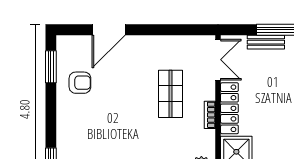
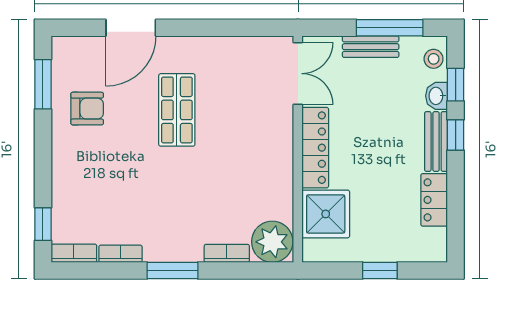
shop shelf: (170, 94) -> (177, 110), moved
bookcase: (210, 115) -> (285, 158), removed

